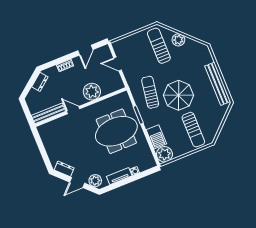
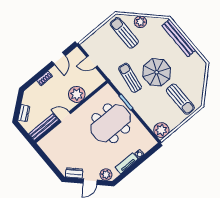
dresser: (40, 82) -> (24, 113), moved
bench: (218, 84) -> (179, 38), moved
barbecue: (156, 137) -> (149, 117), removed

